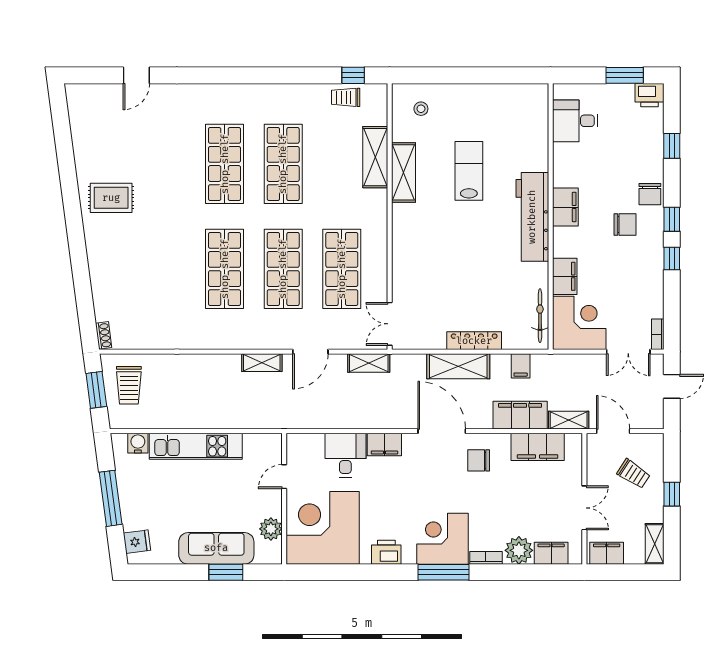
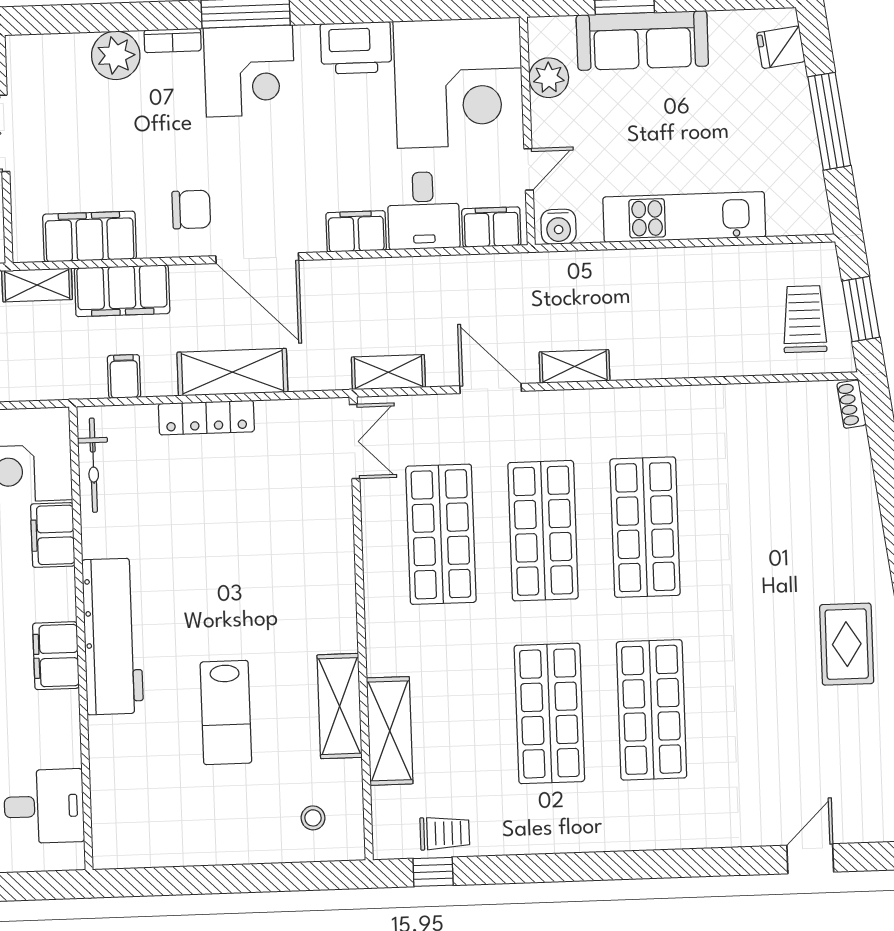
rug: (111, 198) -> (847, 644), turned 90
door: (310, 352) -> (491, 389), hinge flipped
water cooler: (138, 443) -> (559, 227), moved
printer: (386, 552) -> (356, 48), width x1.37, depth x1.19
filing cabinet: (551, 553) -> (491, 227), moved, turned 180

